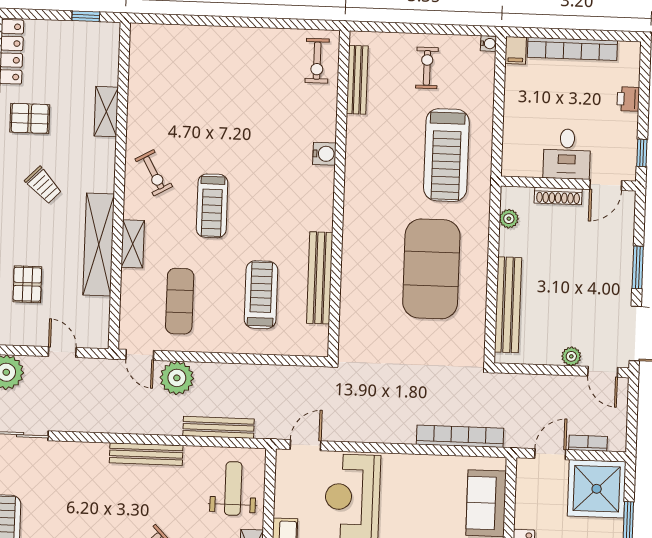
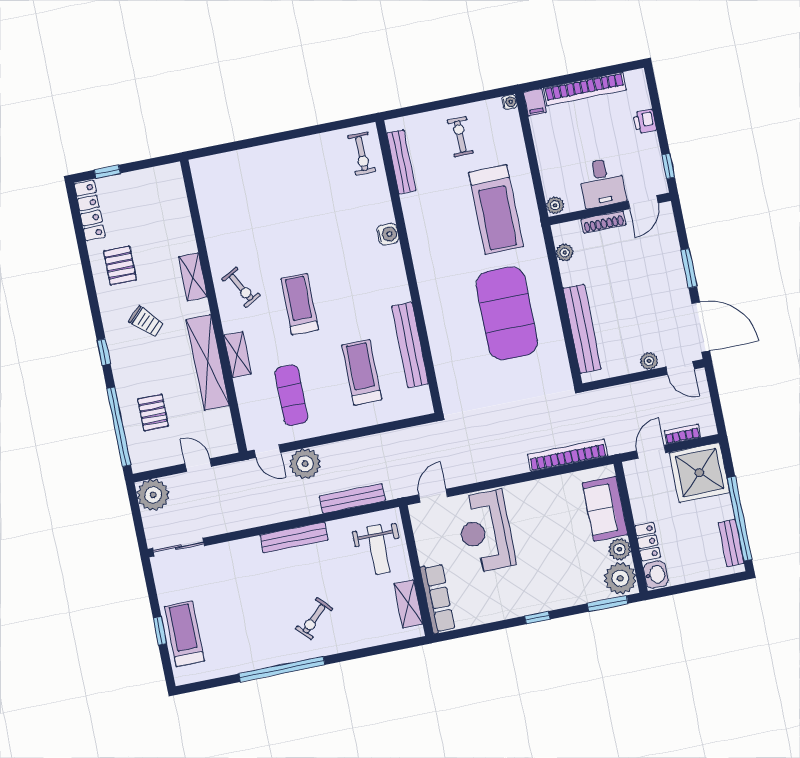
window: (86, 16) -> (107, 172), moved
shelving: (106, 112) -> (193, 277), moved
pallet: (30, 118) -> (120, 265), turned 90
plant: (511, 166) -> (555, 205), added
treadmill: (212, 206) -> (300, 304), turned 180
weight bench: (233, 489) -> (378, 549), turned 180

